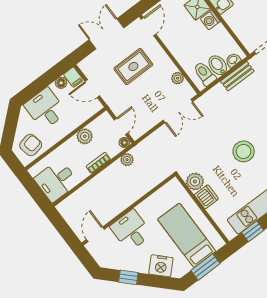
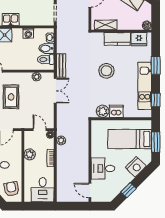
washing machine: (210, 20) -> (28, 33), moved
bench: (237, 76) -> (61, 66), moved

